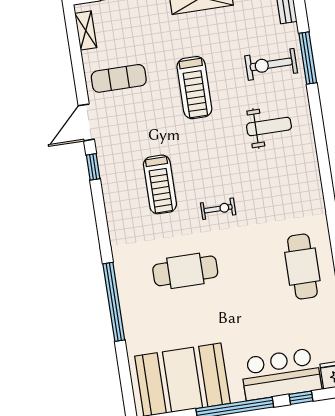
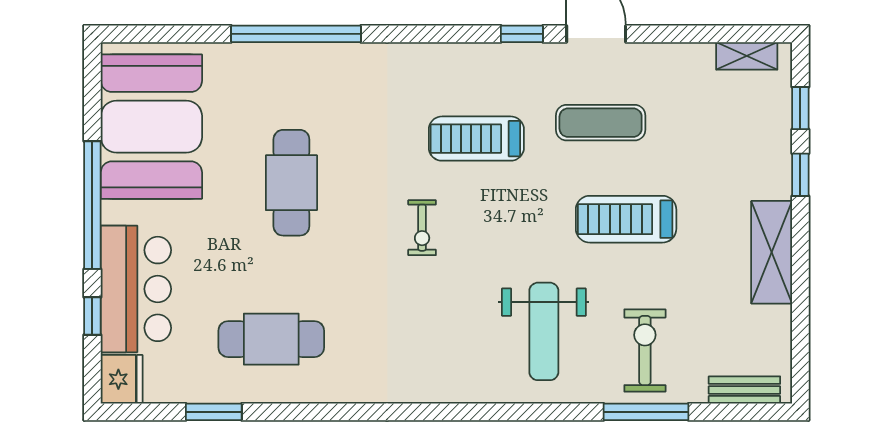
exercise mat: (119, 78) -> (601, 123), moved, turned 90
weight bench: (269, 126) -> (544, 331), width x1.36, depth x1.33
cafe table: (302, 267) -> (271, 339), moved
cafe table: (185, 271) -> (291, 183), moved

